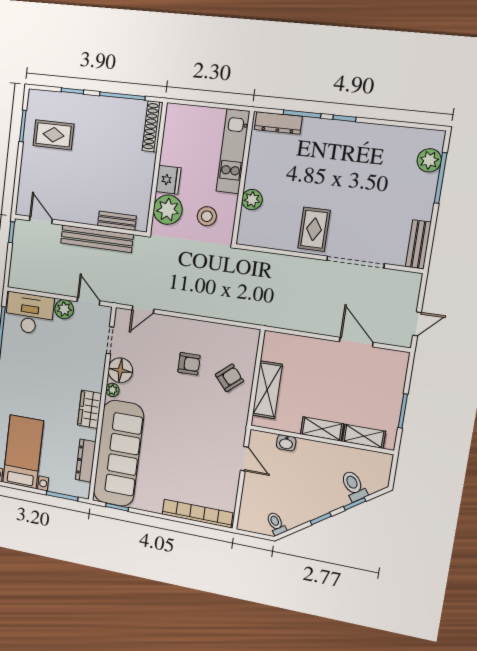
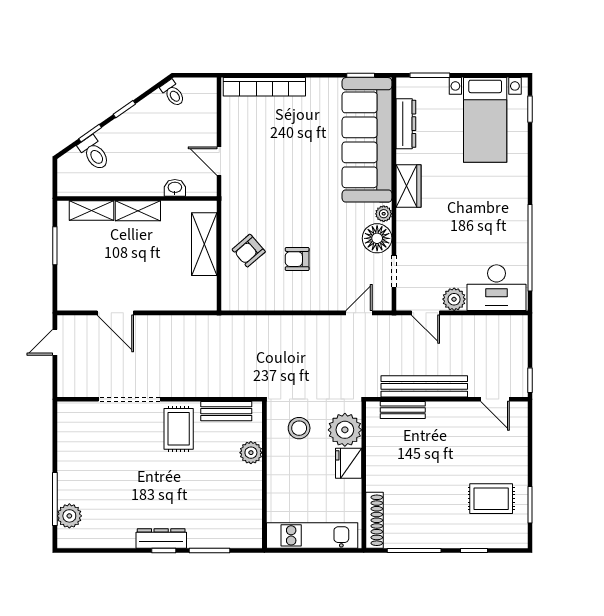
dresser: (278, 123) -> (161, 538), moved
kitchen unit: (233, 151) -> (312, 535), moved, turned -90
bench: (418, 244) -> (226, 411), moved, turned 90

